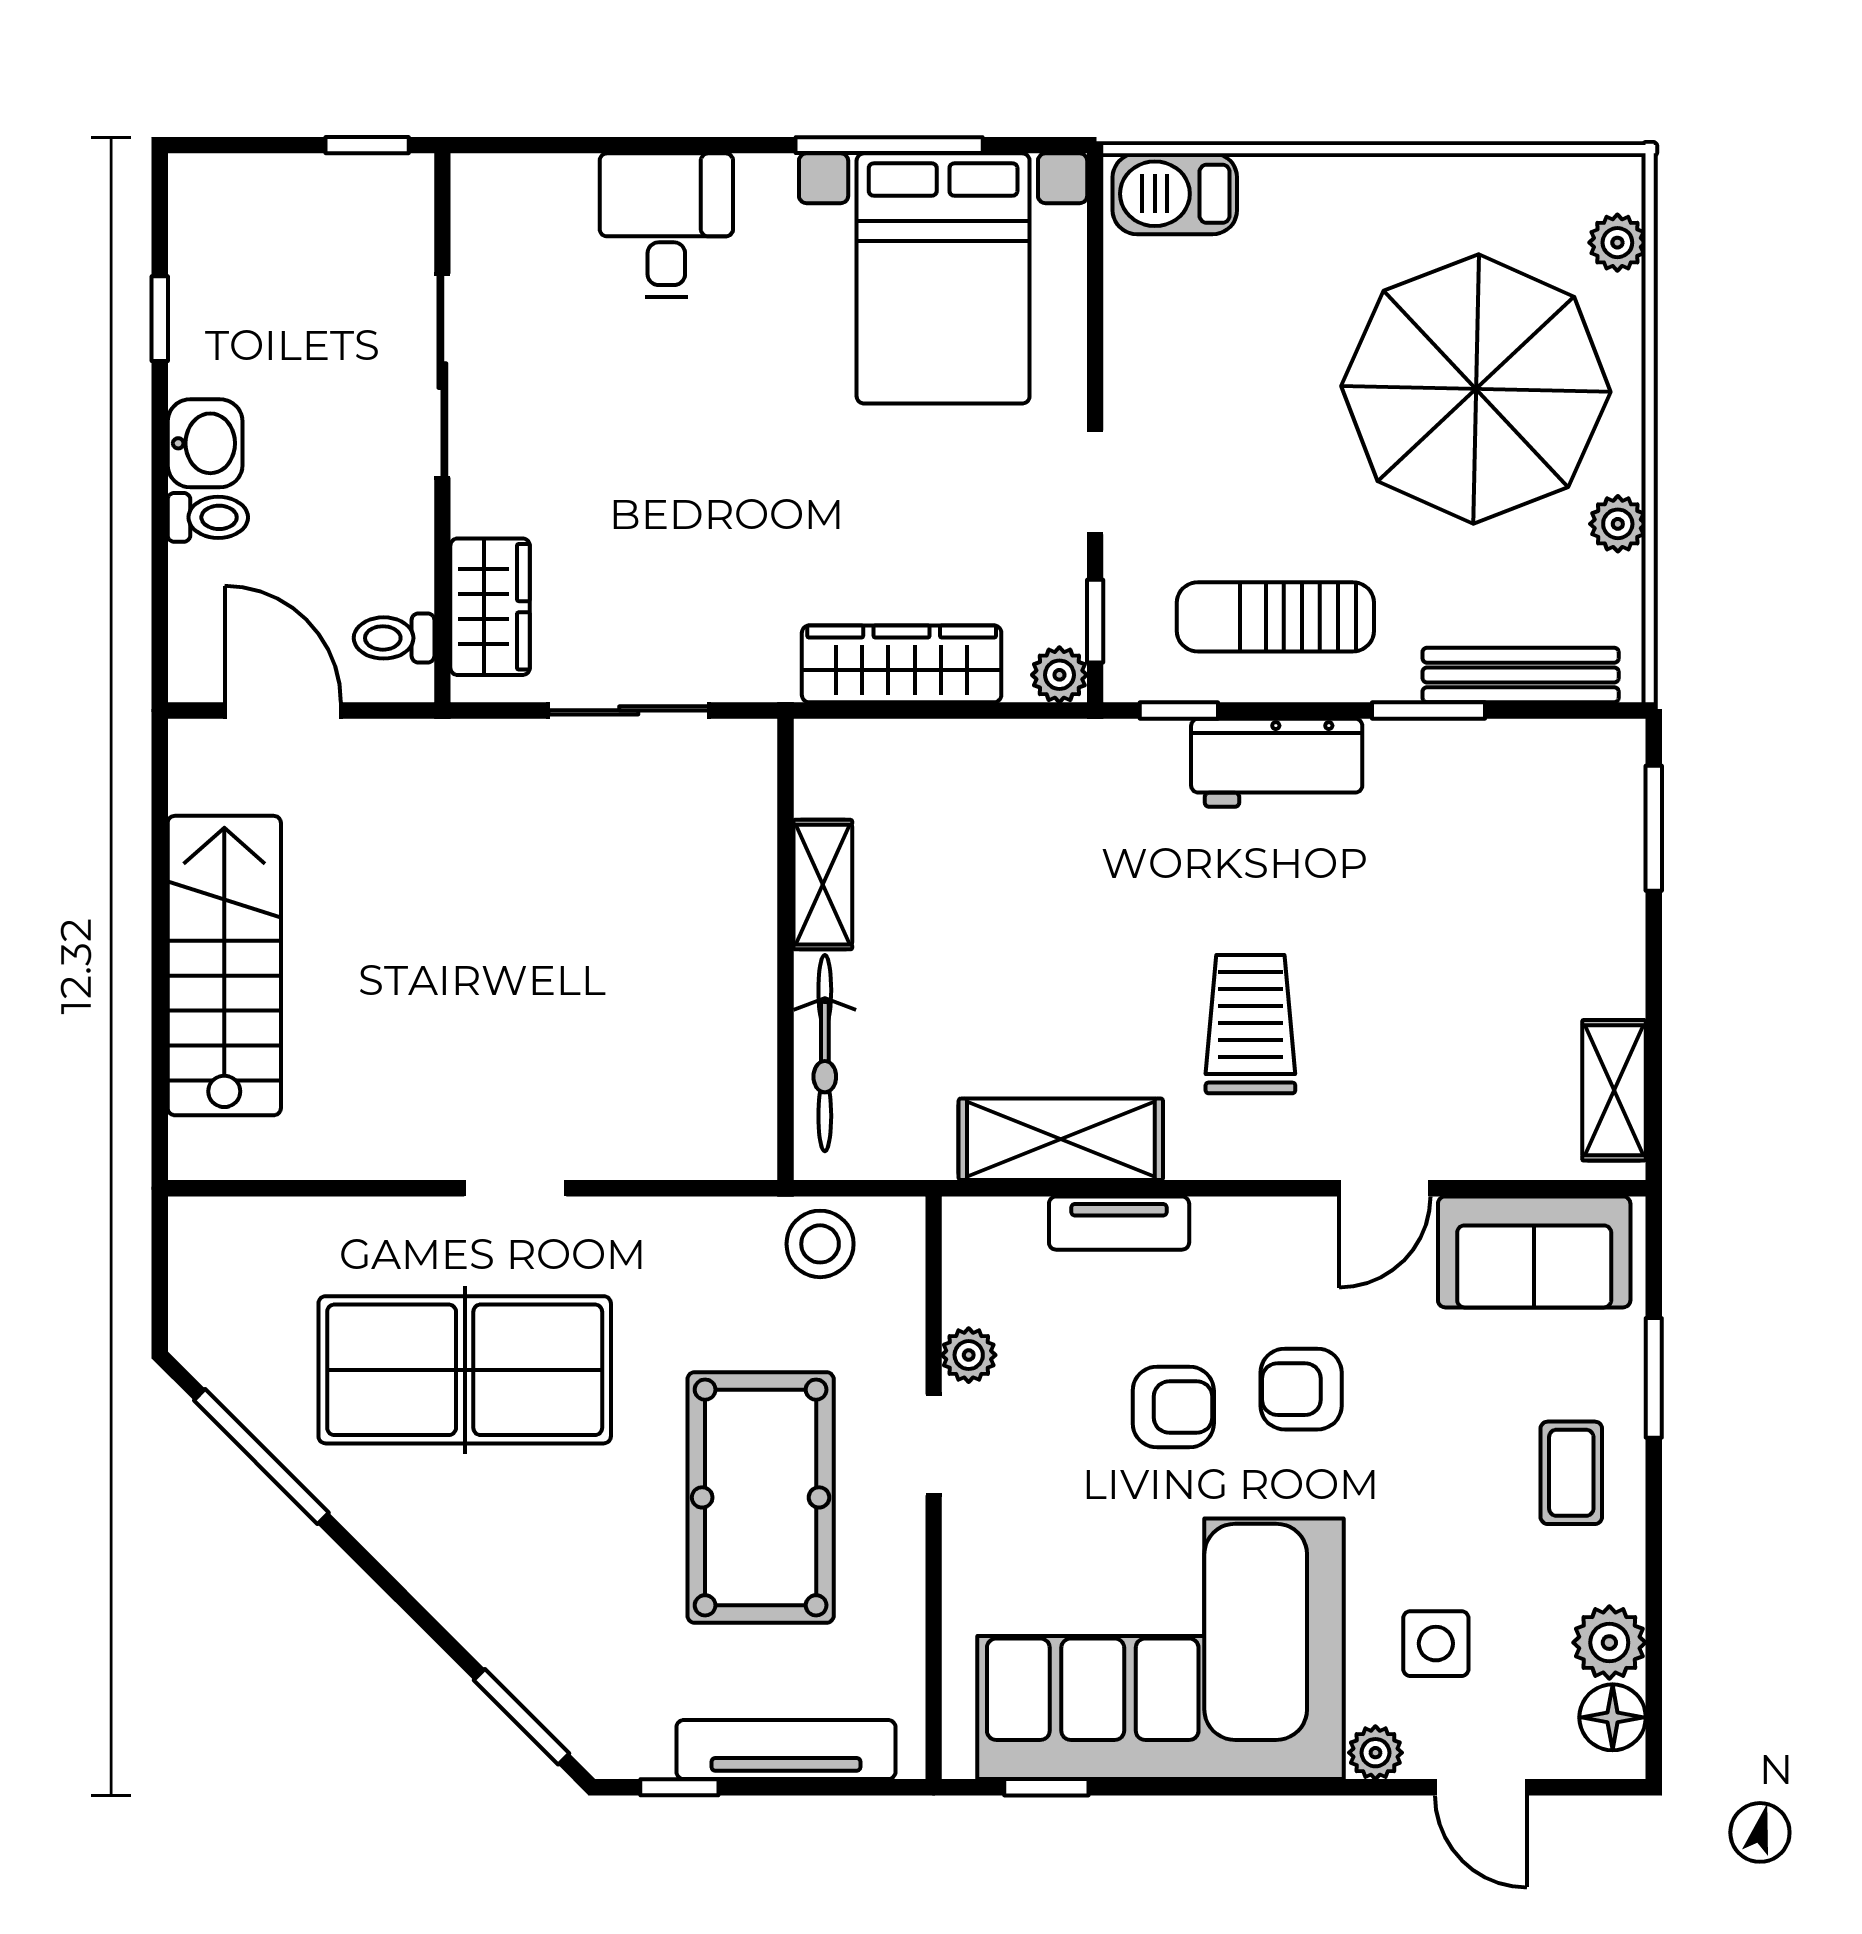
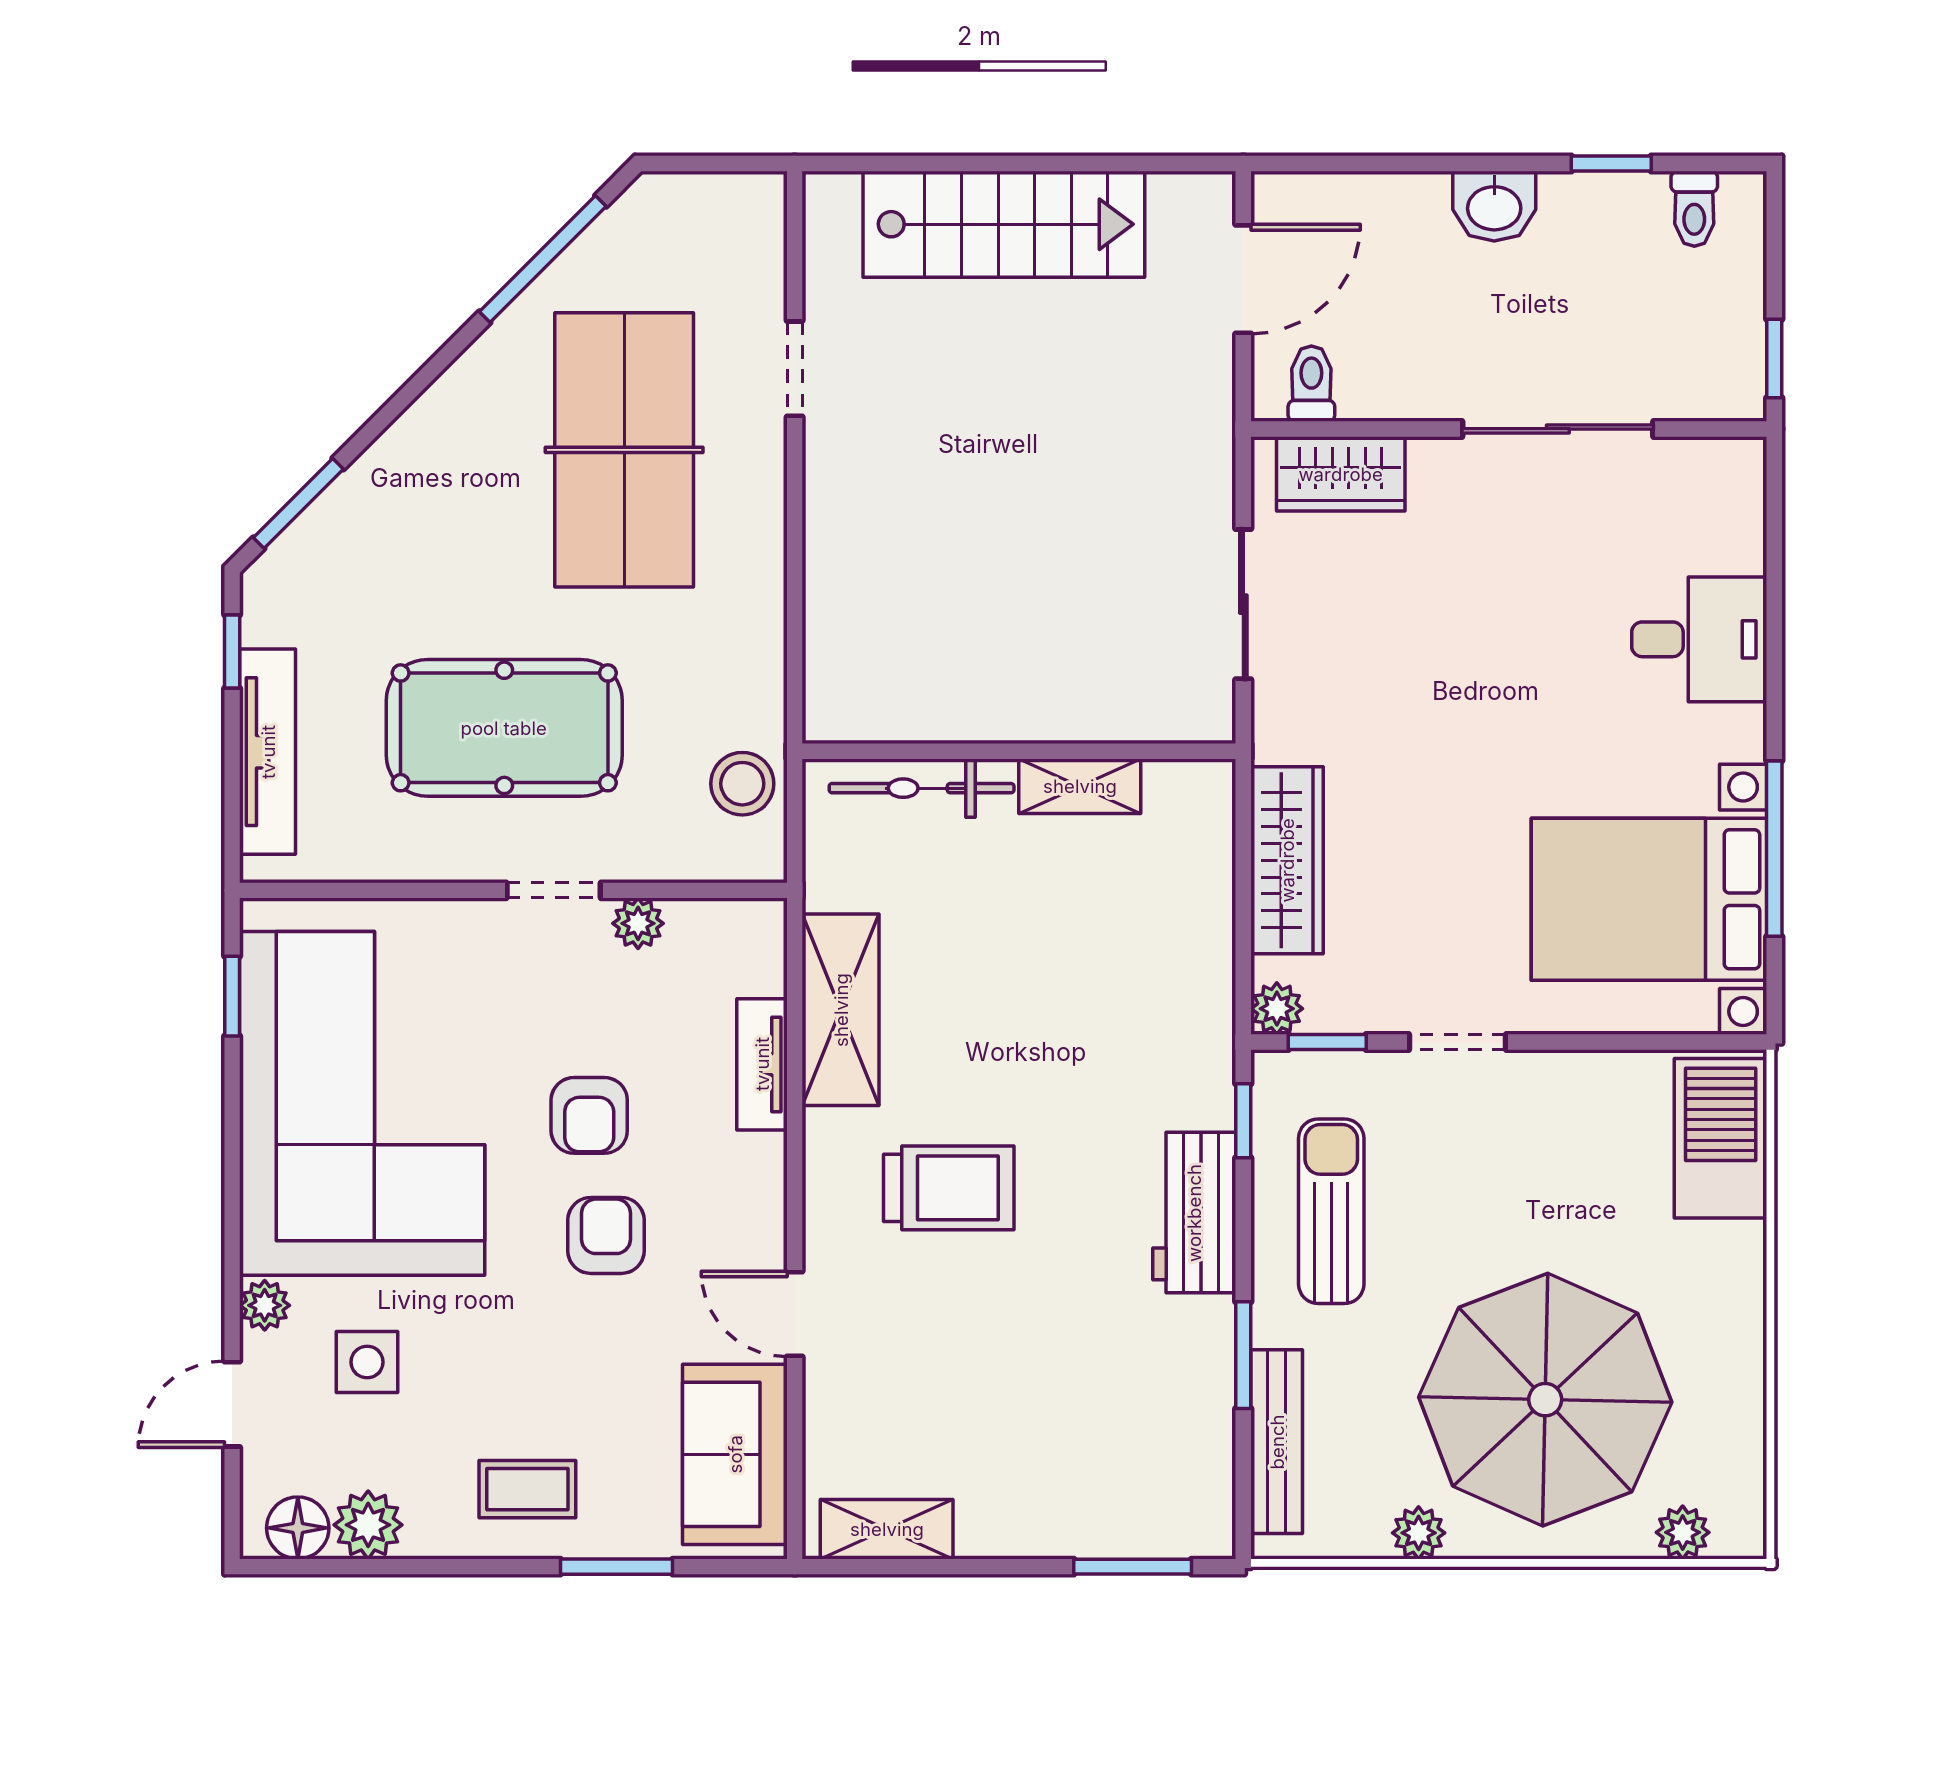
barbecue: (1175, 194) -> (1721, 1138), width x1.37, depth x1.21
toilet: (208, 517) -> (1694, 209), moved
doorway: (515, 1188) -> (795, 369), moved

